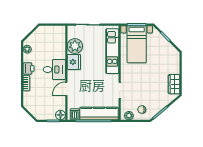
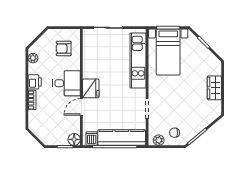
armchair: (52, 41) -> (64, 48), added
plant: (75, 46) -> (92, 54), removed
fridge: (74, 62) -> (91, 88), moved
wardrobe: (174, 84) -> (214, 88), moved

